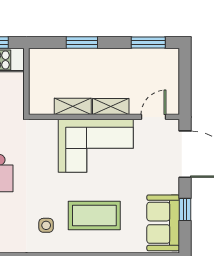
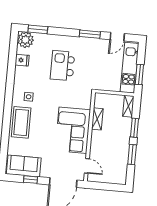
window: (148, 42) -> (132, 155), moved
shelving: (111, 107) -> (128, 106), moved
coffee table: (94, 216) -> (21, 122), moved

